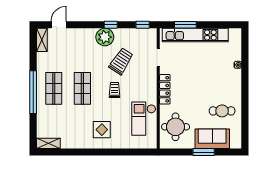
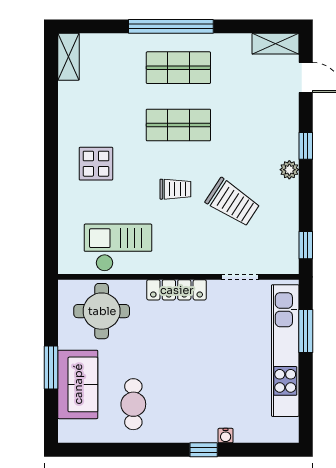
window: (111, 25) -> (306, 146), moved
plant: (105, 37) -> (289, 170), width x0.53, depth x0.53
window: (245, 76) -> (204, 450), added

